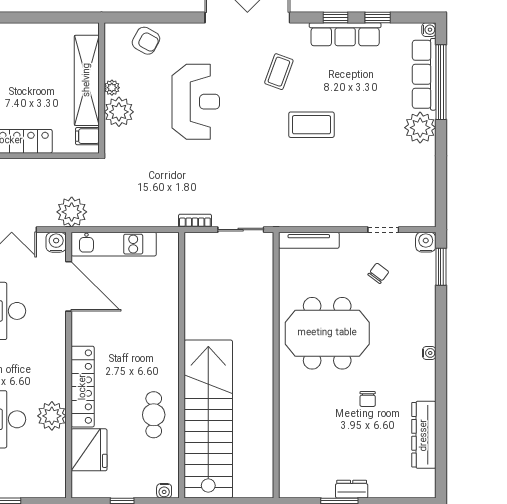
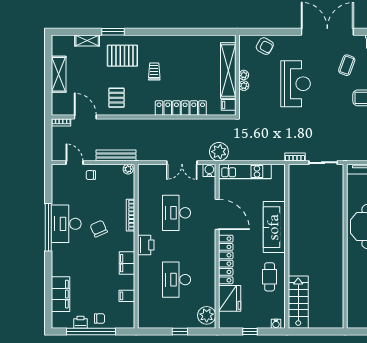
plant: (119, 112) -> (244, 86), width x0.53, depth x0.53
door: (69, 286) -> (217, 214), moved
sofa: (162, 334) -> (274, 227), added
plant: (52, 416) -> (207, 315), moved
stairs: (208, 419) -> (298, 302), width x0.54, depth x0.66

